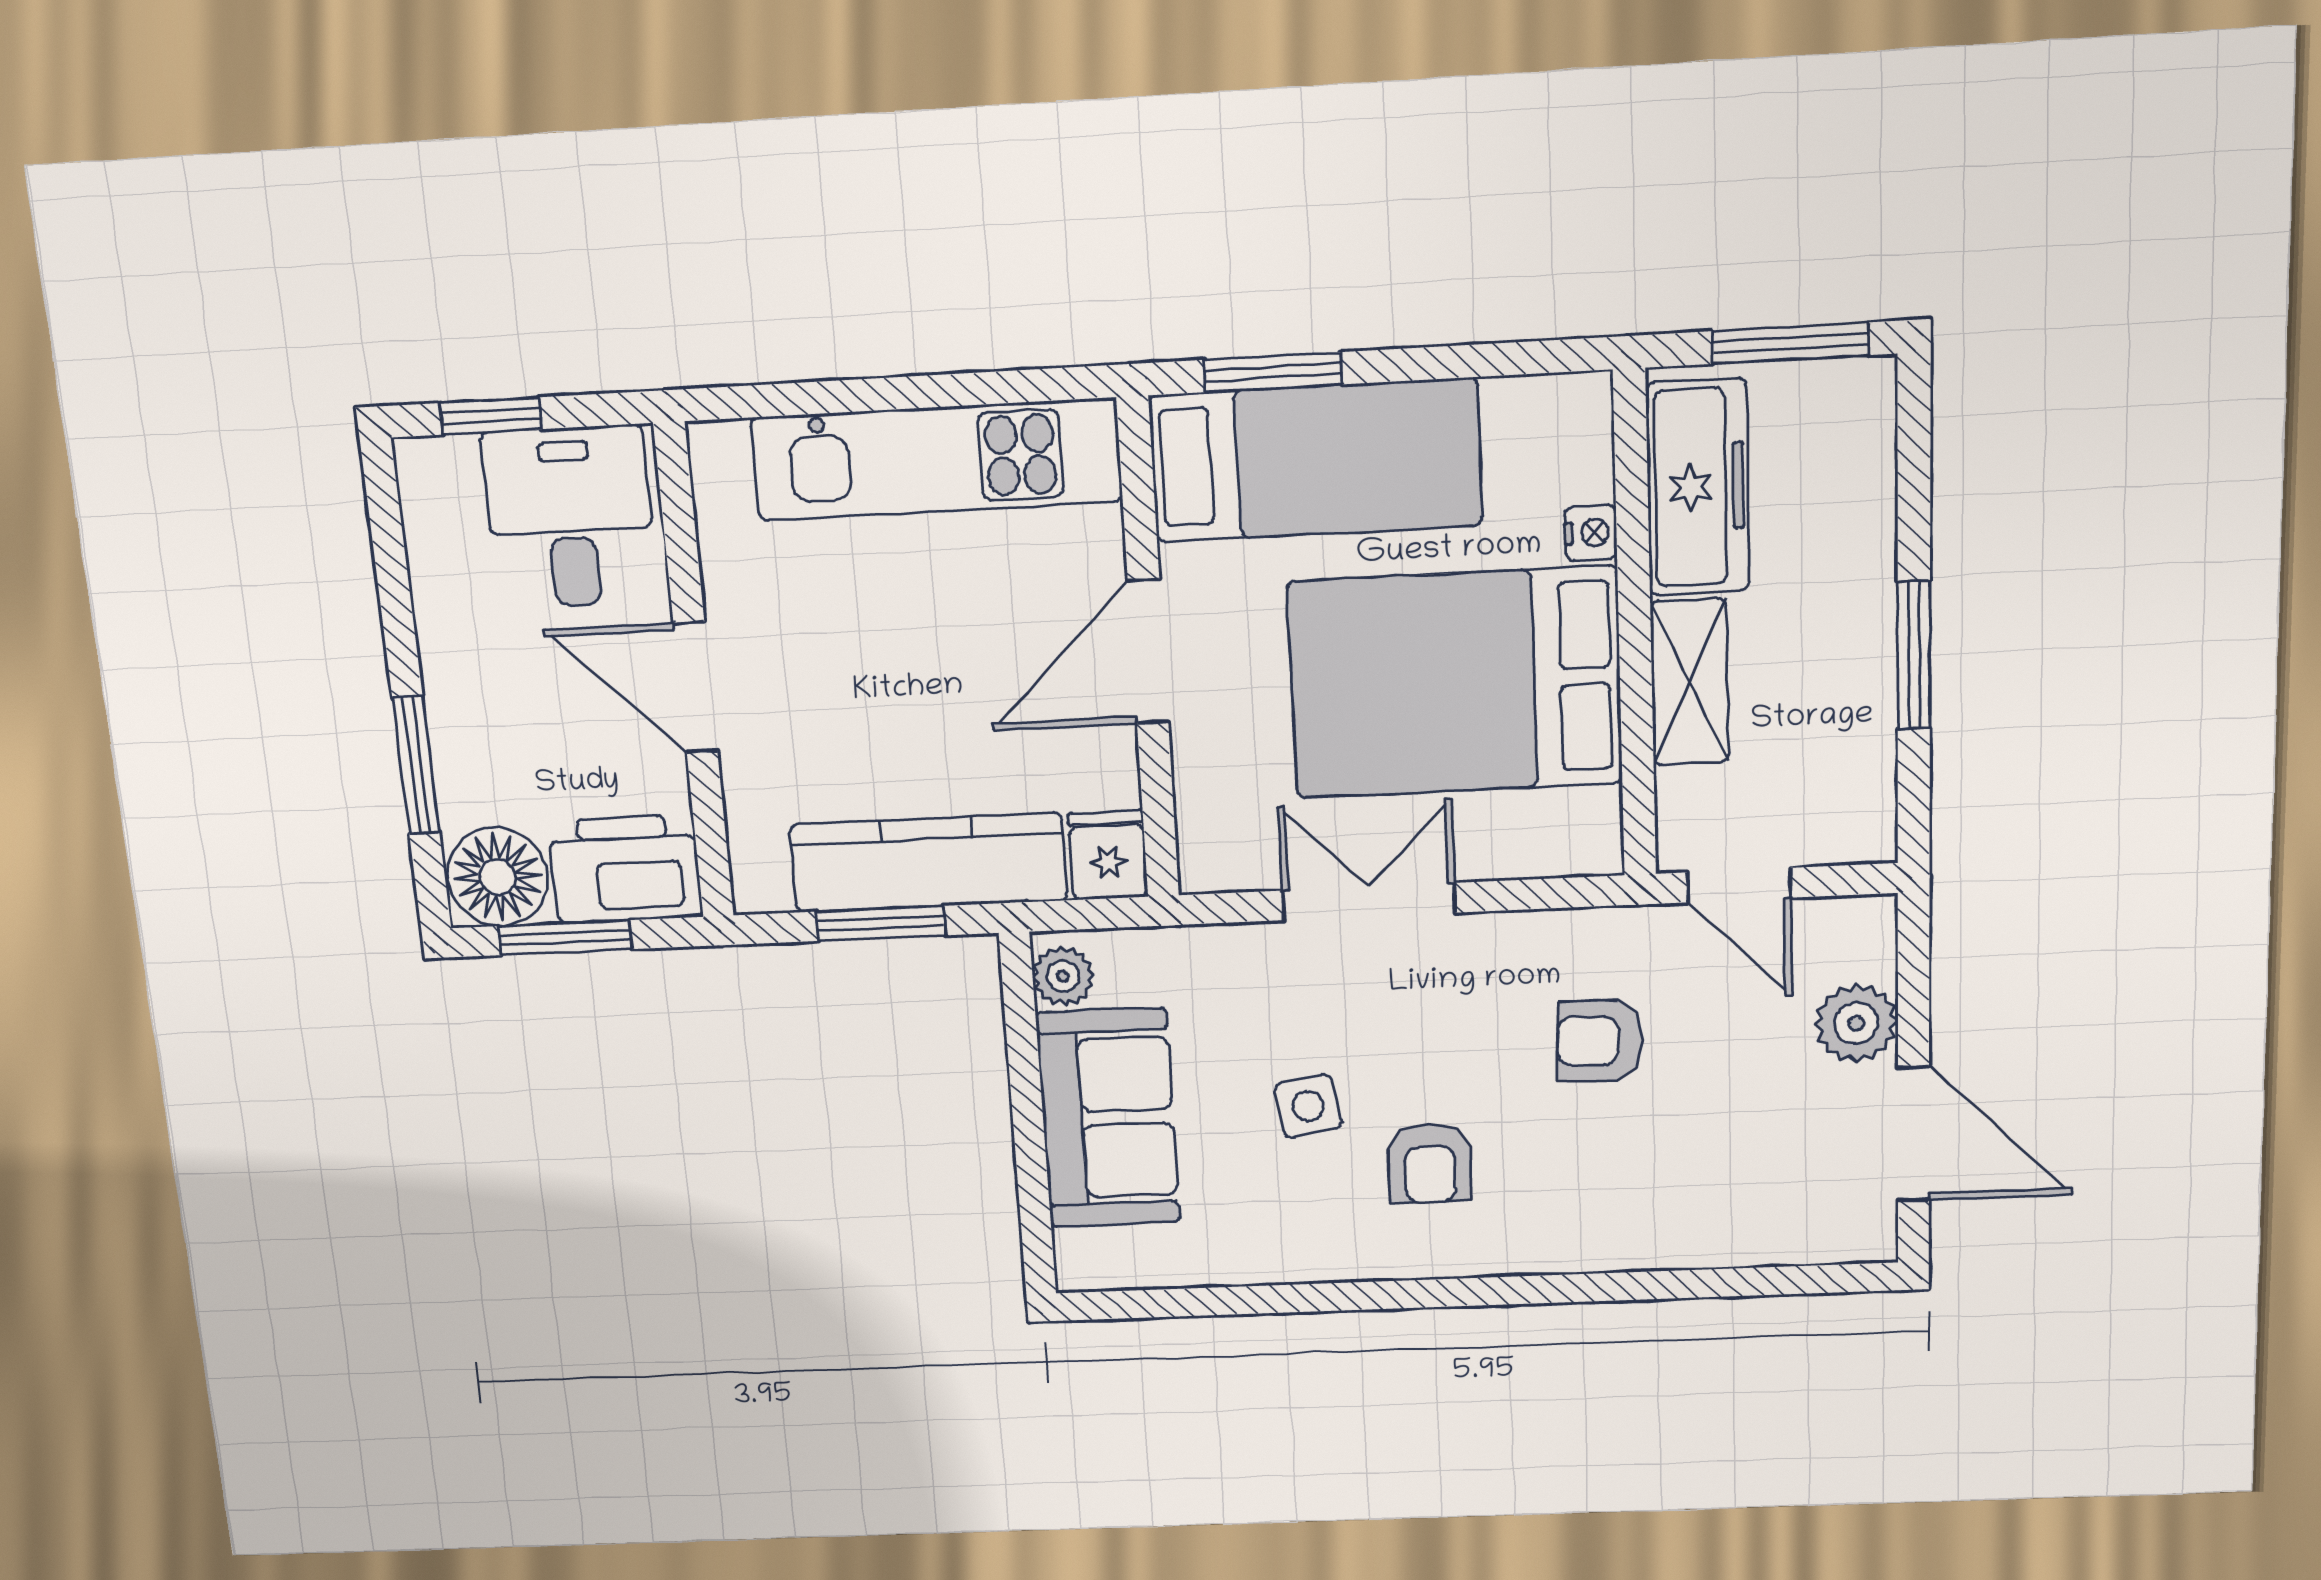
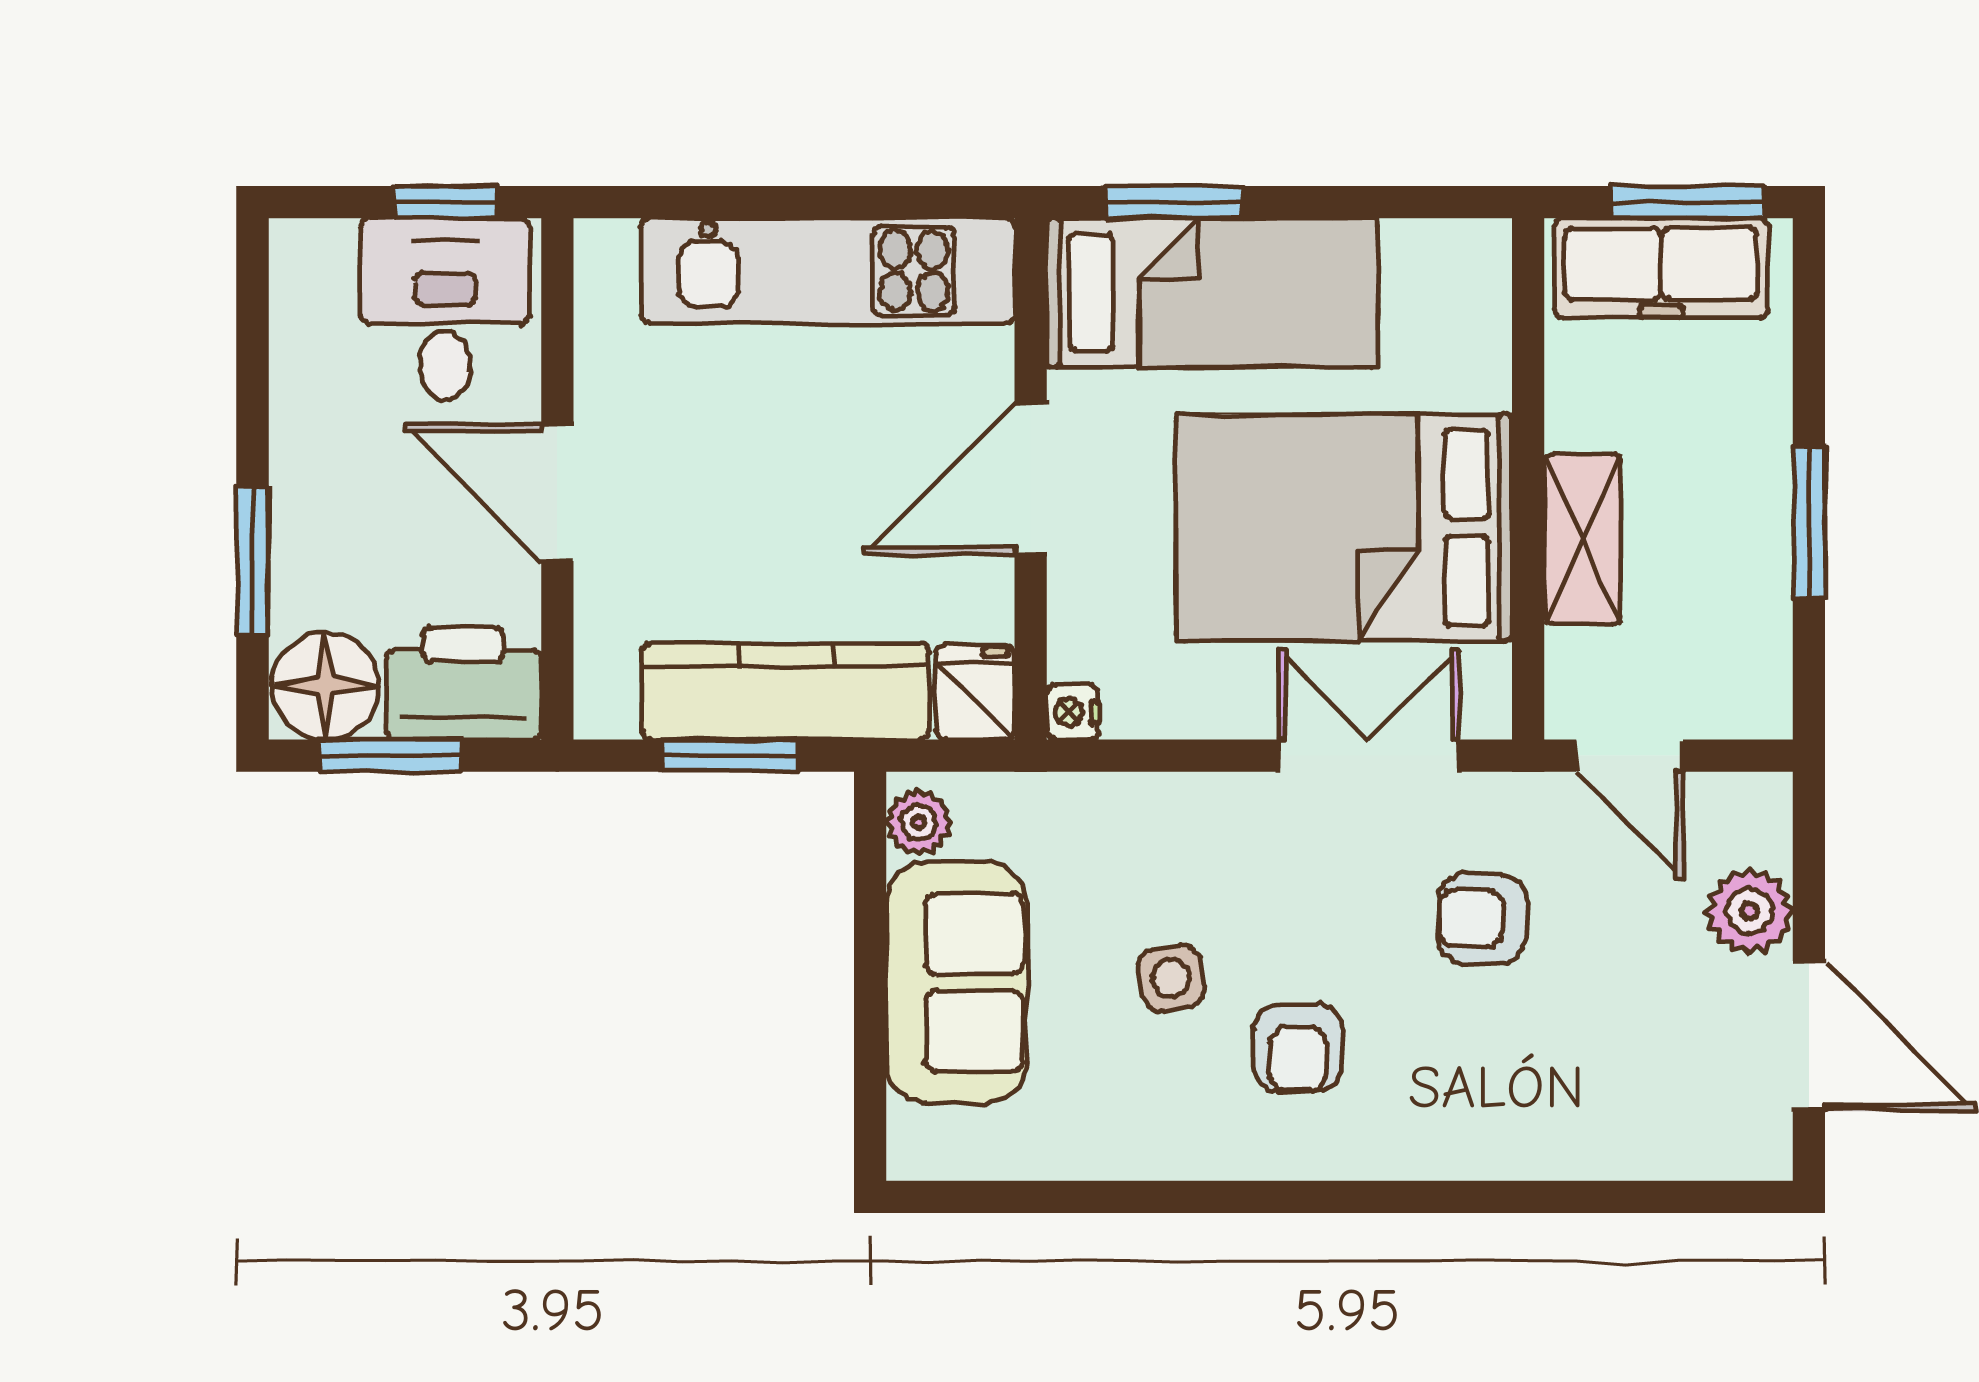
window: (491, 416) -> (445, 202), moved
freezer: (1698, 487) -> (1661, 268), moved, turned 90
nightstand: (1591, 533) -> (1073, 712), moved, turned 180
double door: (1369, 902) -> (1368, 756), moved

